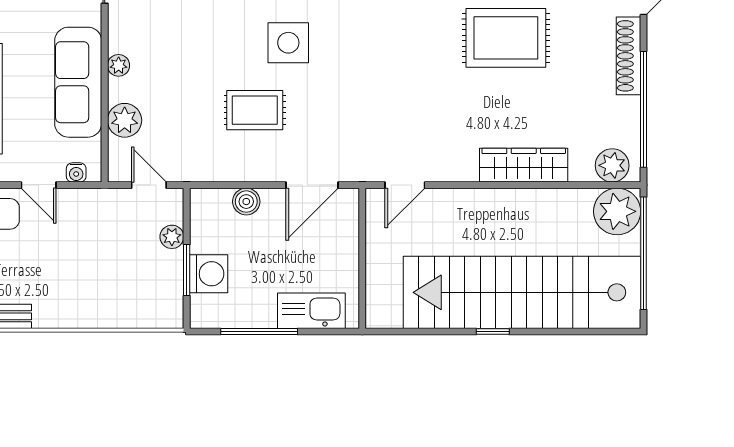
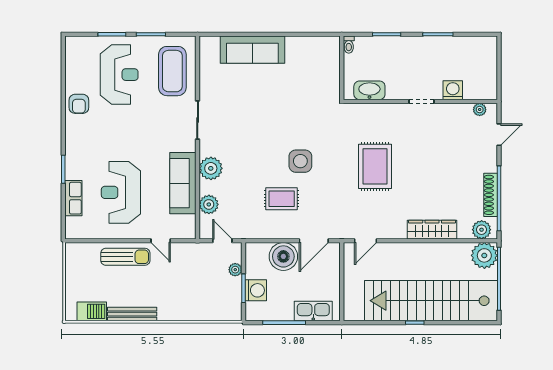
rug: (506, 38) -> (375, 166), moved, turned 90
shoe rack: (628, 56) -> (491, 195), moved
plant: (119, 65) -> (211, 168), width x1.88, depth x1.88
water cooler: (76, 172) -> (182, 234), removed
boiler: (246, 202) -> (283, 256), width x1.86, depth x1.86

